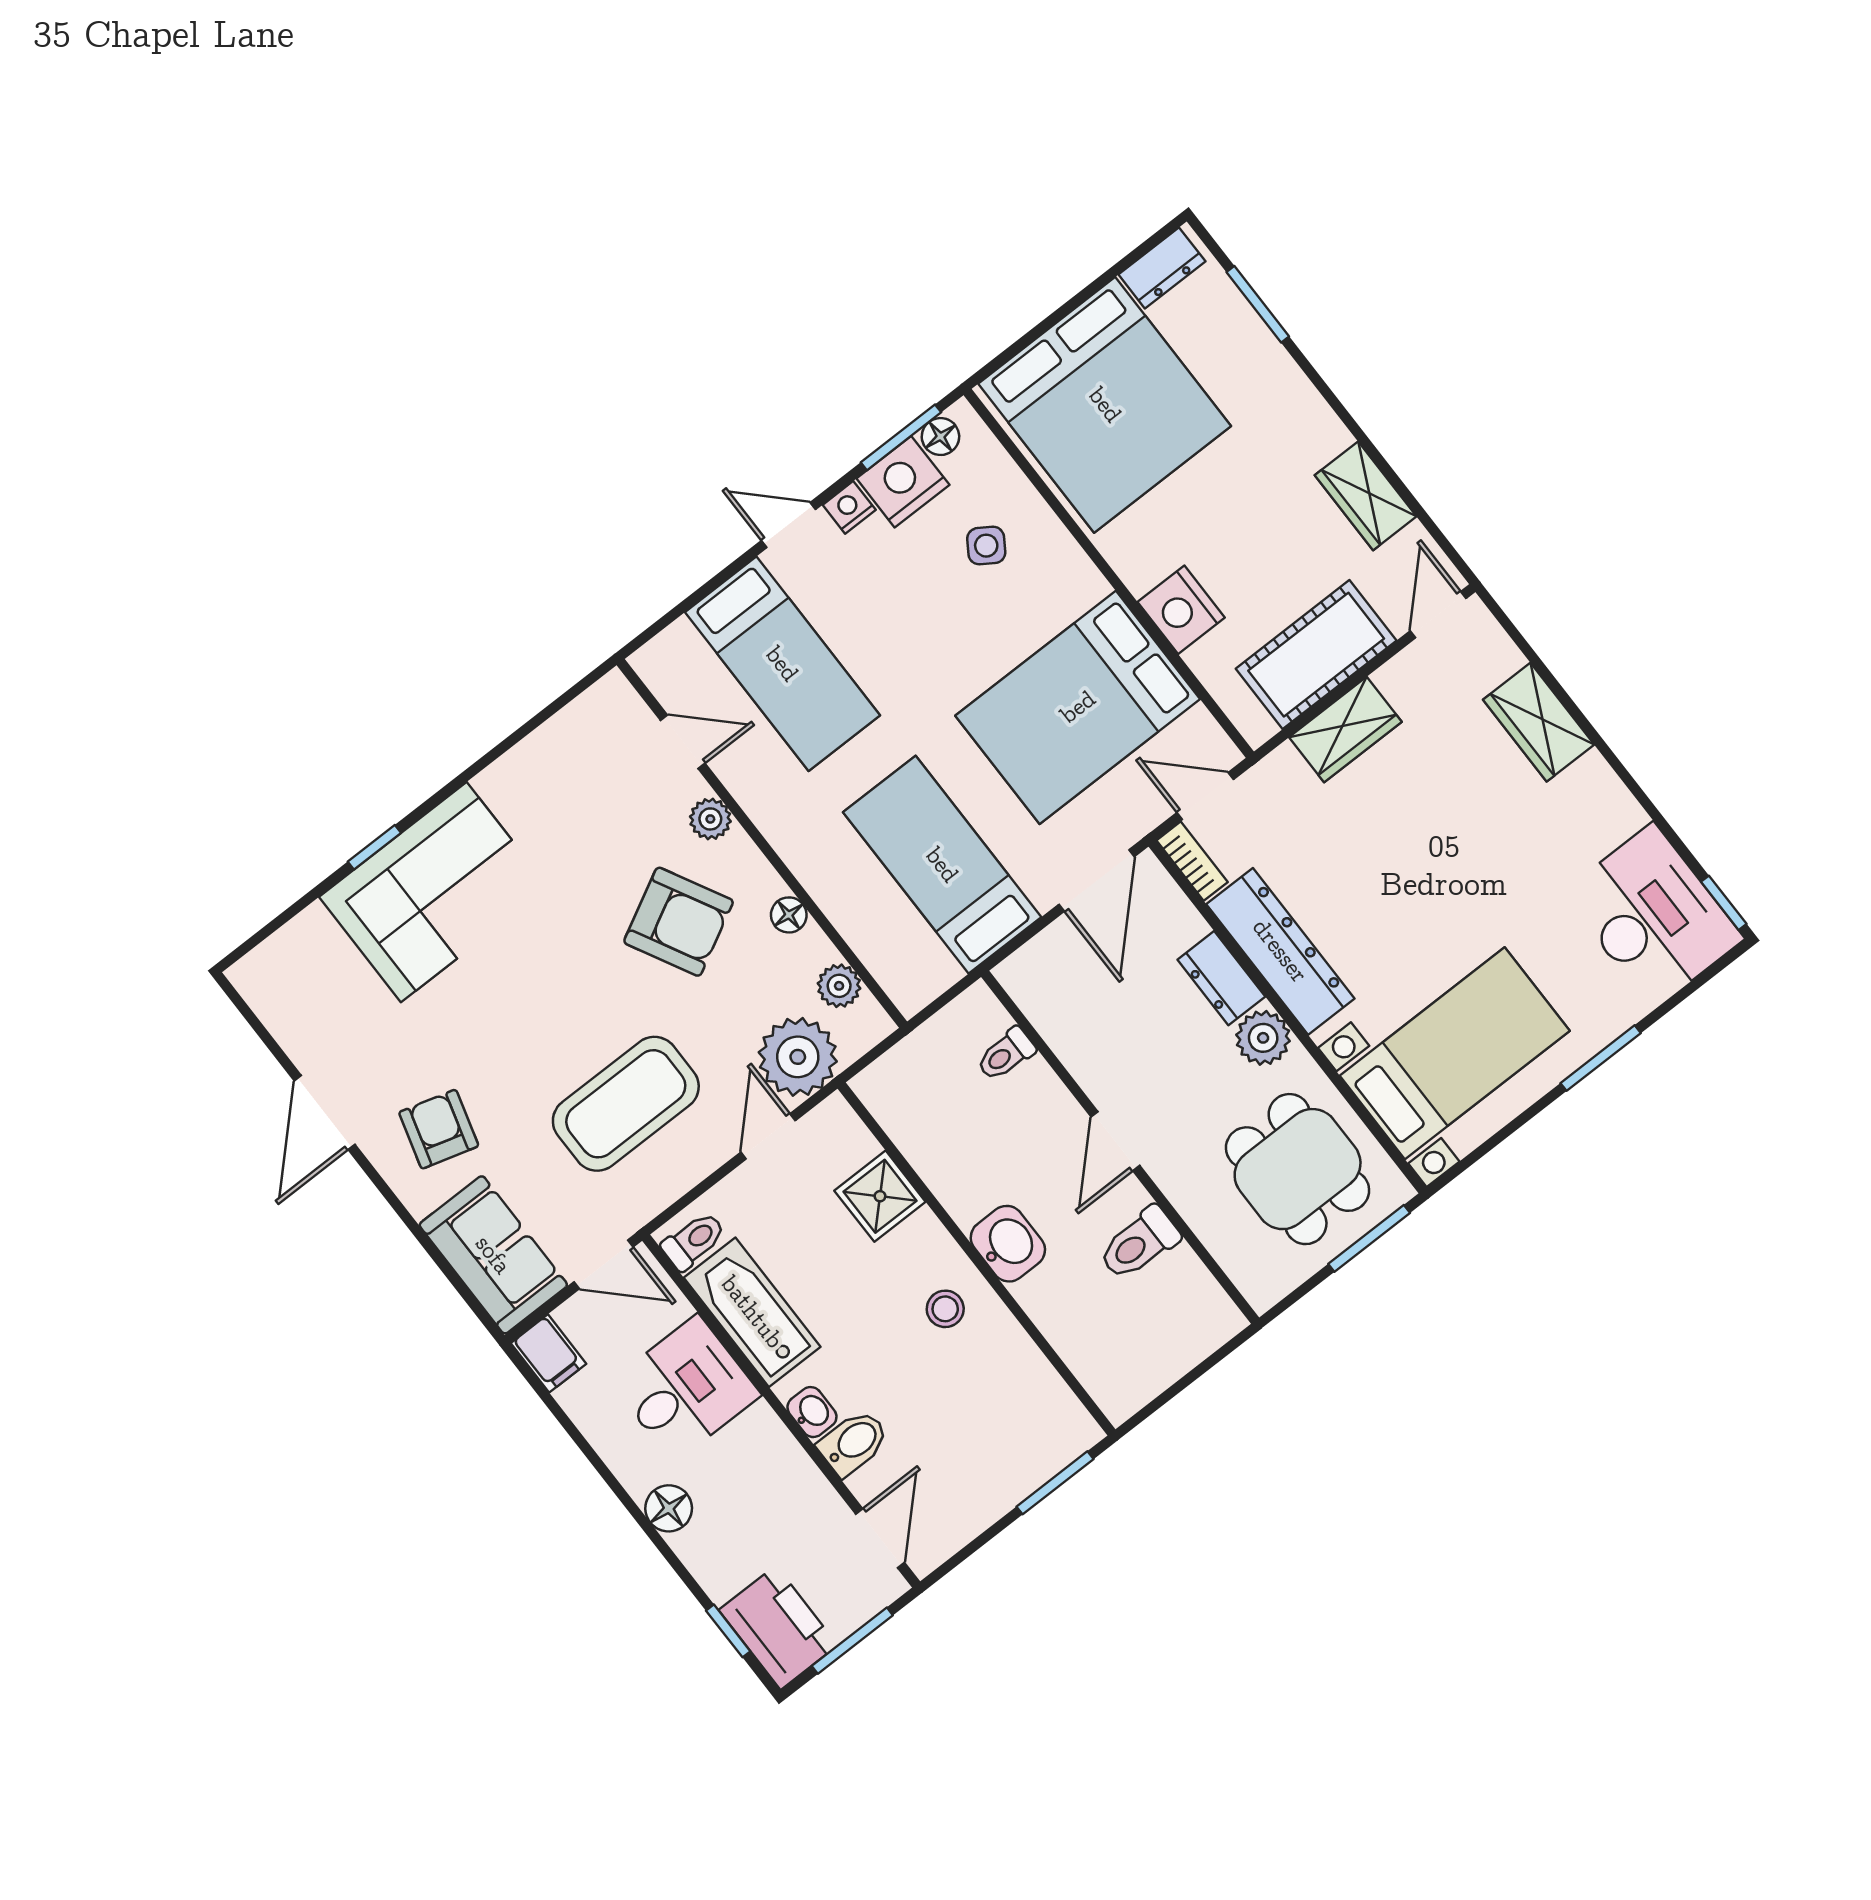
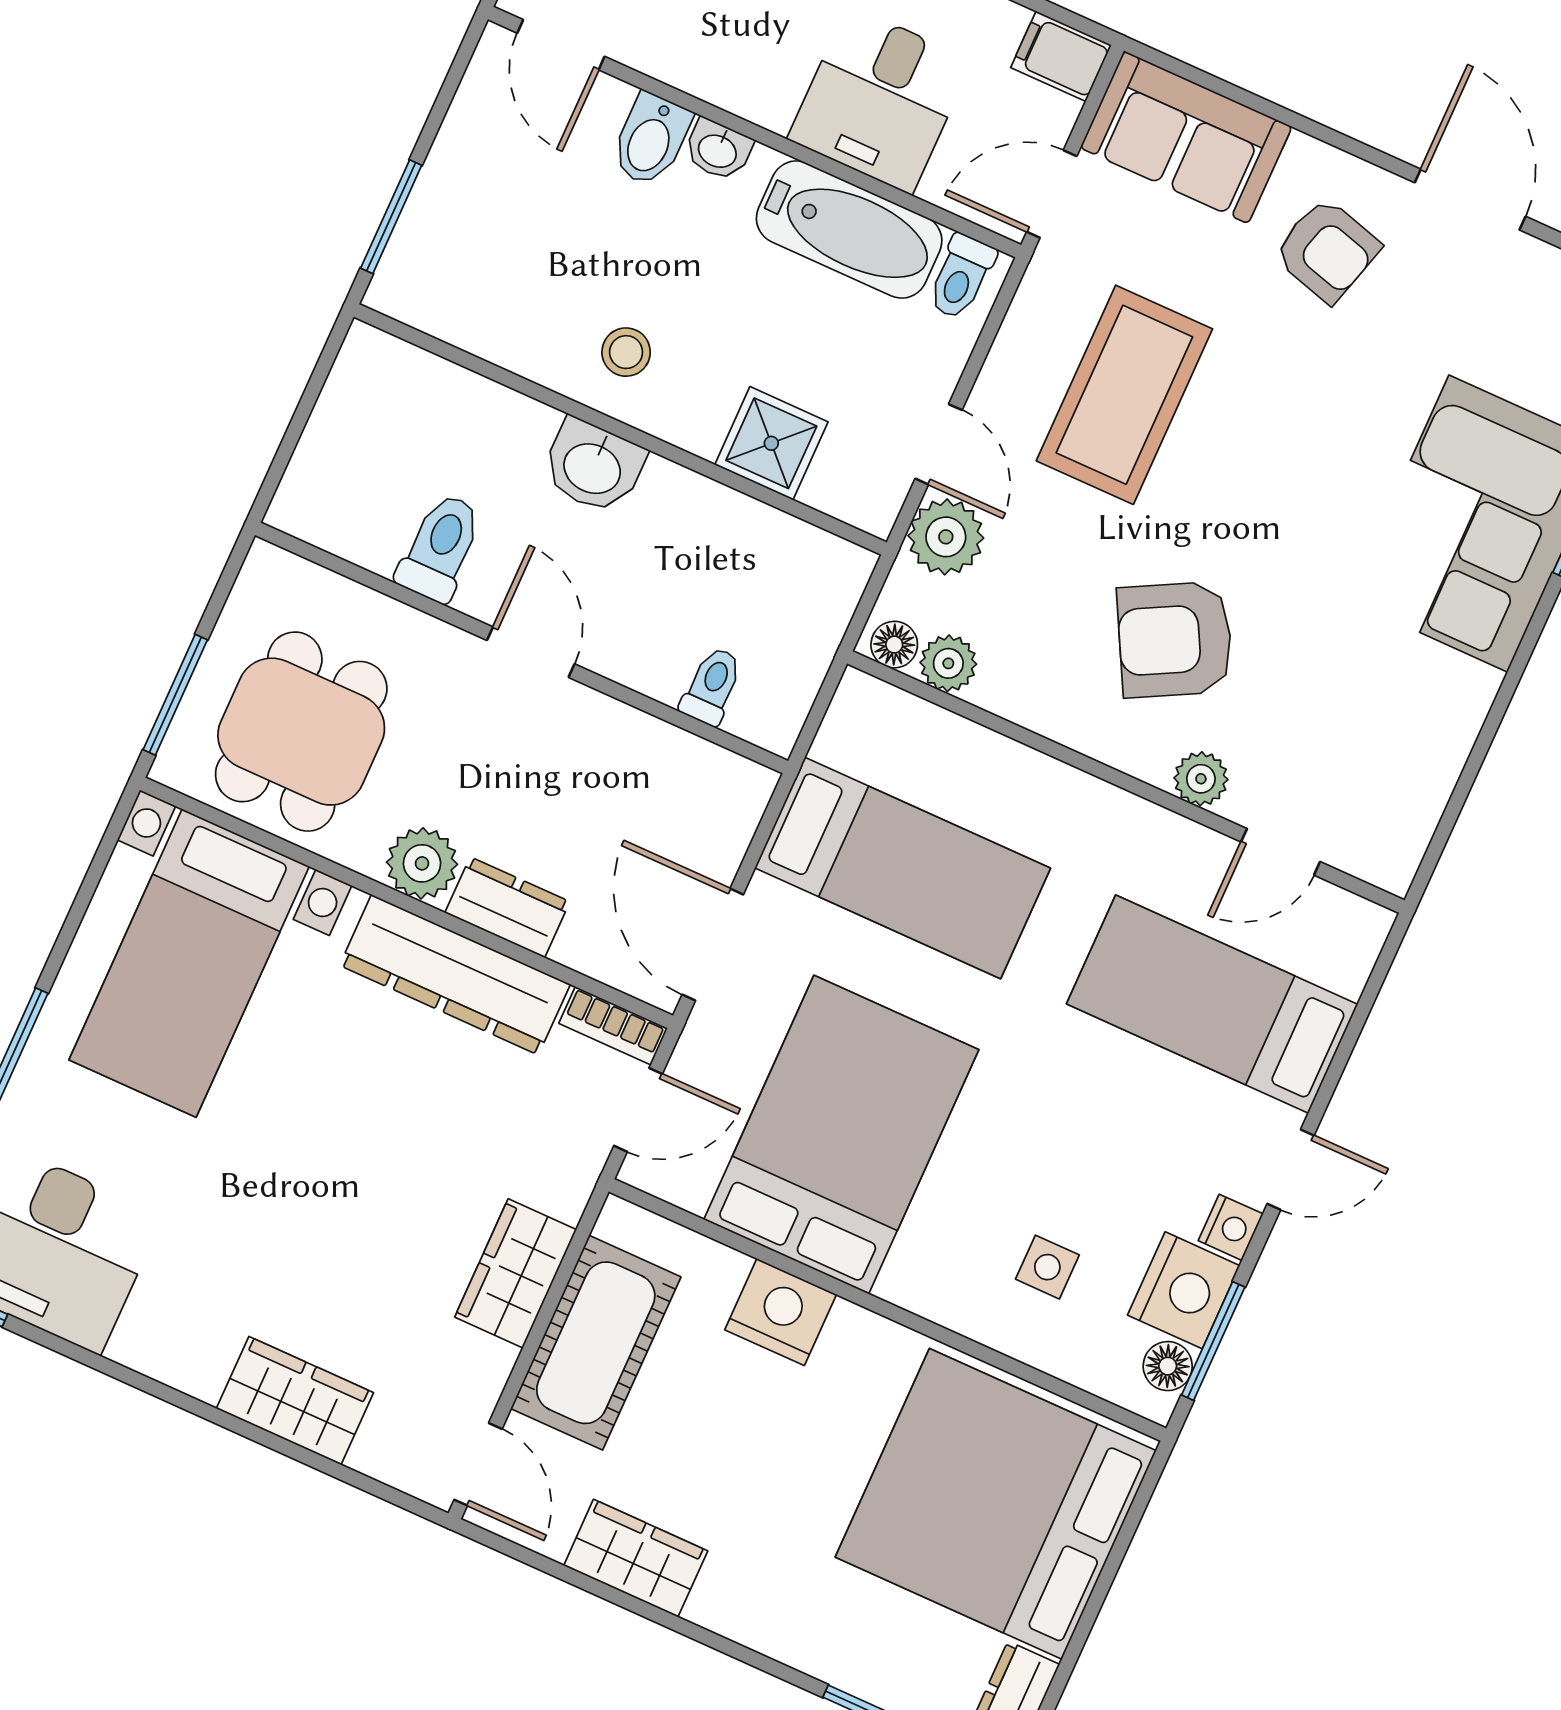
side table: (986, 546) -> (1047, 1267), turned -33
floor lamp: (789, 915) -> (894, 645), moved
plant: (798, 1057) -> (946, 537), width x0.73, depth x0.73
dining table: (1298, 1169) -> (301, 732), turned 90

